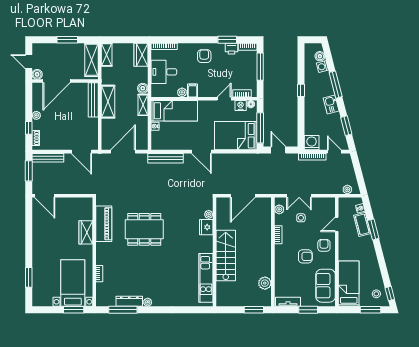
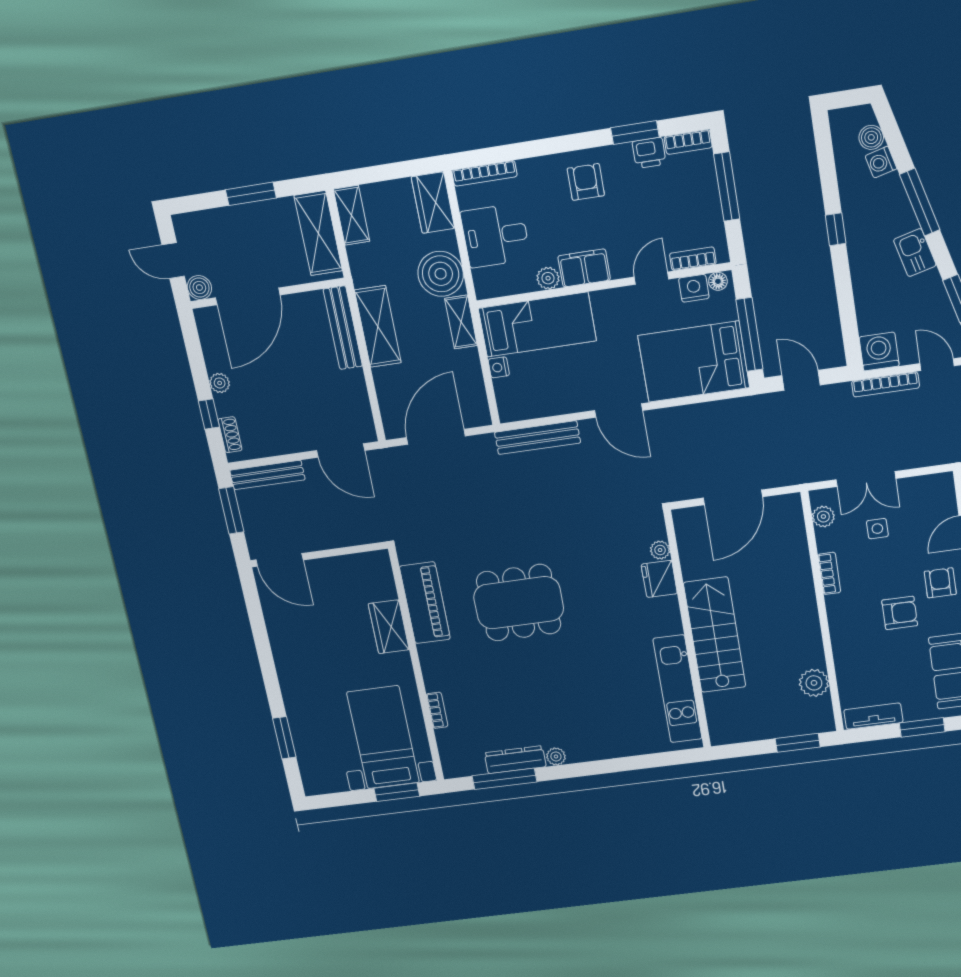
boiler: (143, 88) -> (441, 274), width x1.86, depth x1.86
filing cabinet: (193, 90) -> (584, 268), width x2.00

